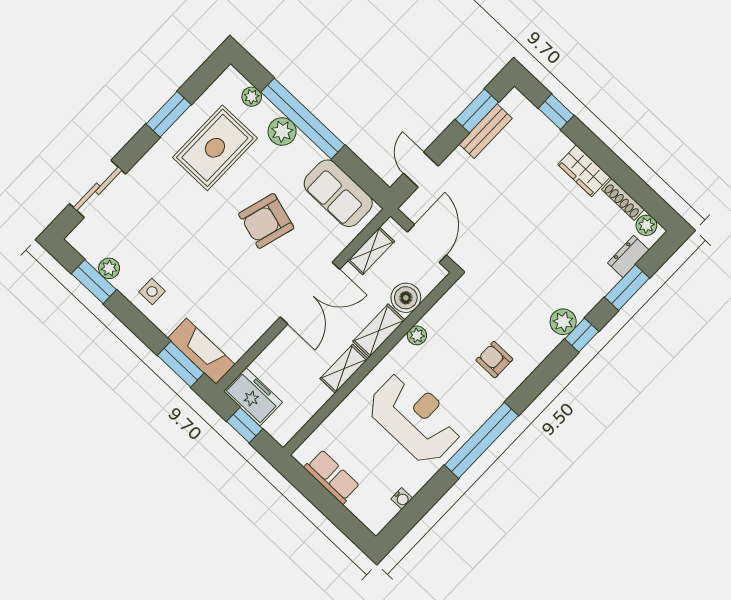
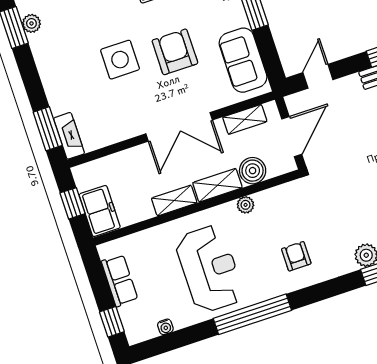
armchair: (266, 221) -> (175, 52), turned 74
side table: (152, 292) -> (120, 60), moved, width x1.87, depth x1.87
fireplace: (201, 351) -> (69, 136), width x0.73, depth x0.76
freezer: (253, 397) -> (100, 211), moved
window: (346, 522) -> (112, 322), added

